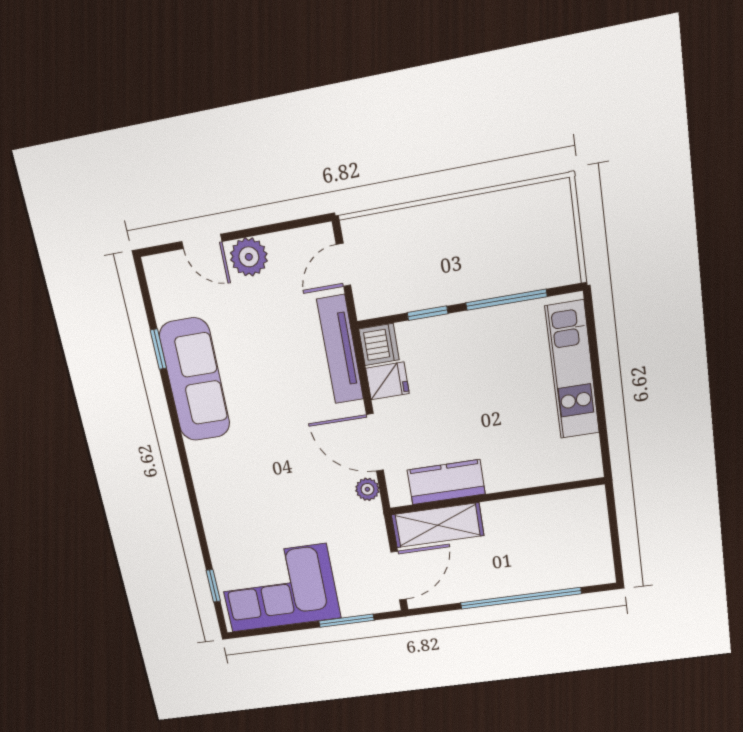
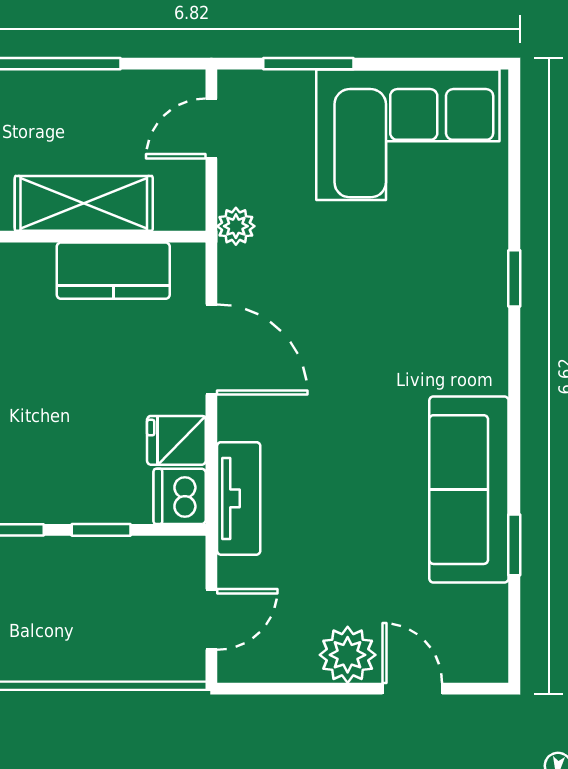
tv unit: (340, 350) -> (239, 498), width x0.71
plant: (367, 489) -> (236, 226), moved
shelving: (438, 525) -> (84, 203), moved
door: (399, 576) -> (211, 129), width x0.73
window: (213, 586) -> (514, 278), moved

